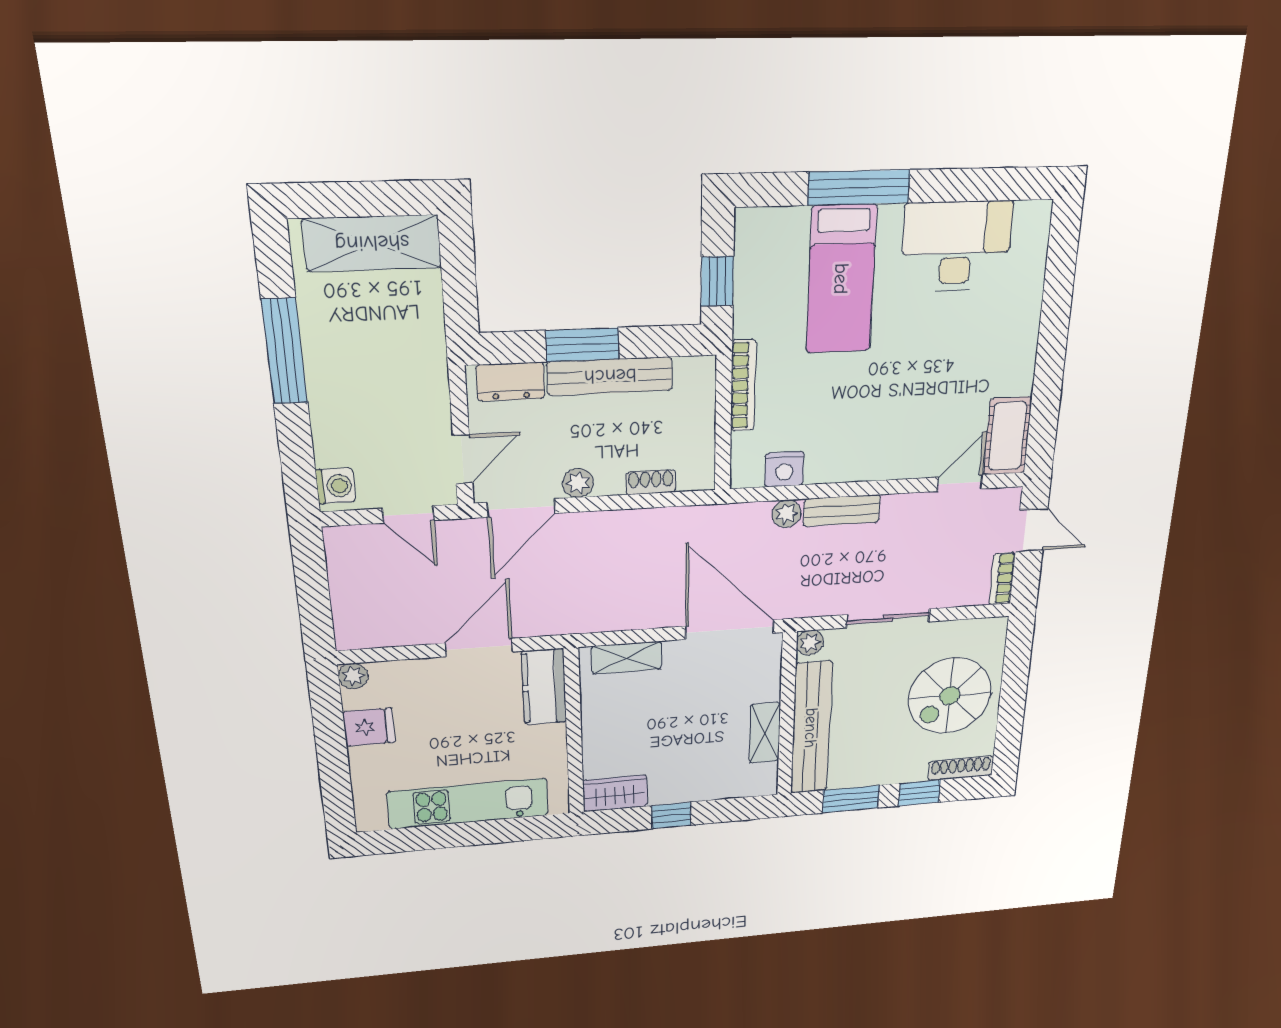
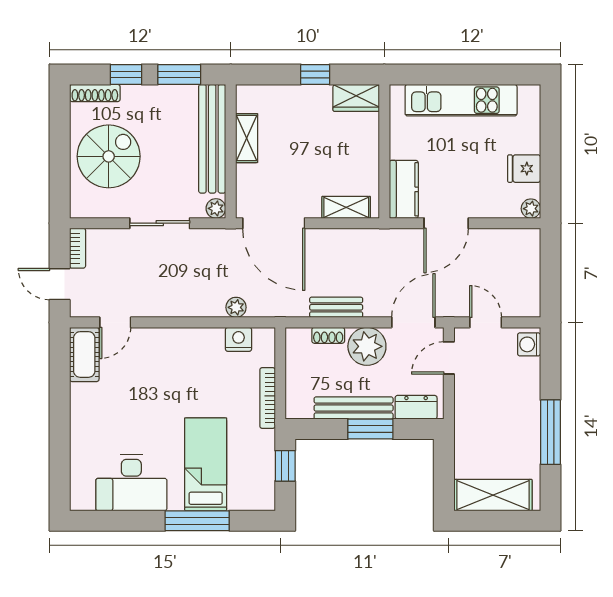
plant: (578, 483) -> (367, 346), width x1.88, depth x1.88
bench: (842, 511) -> (336, 307), moved

